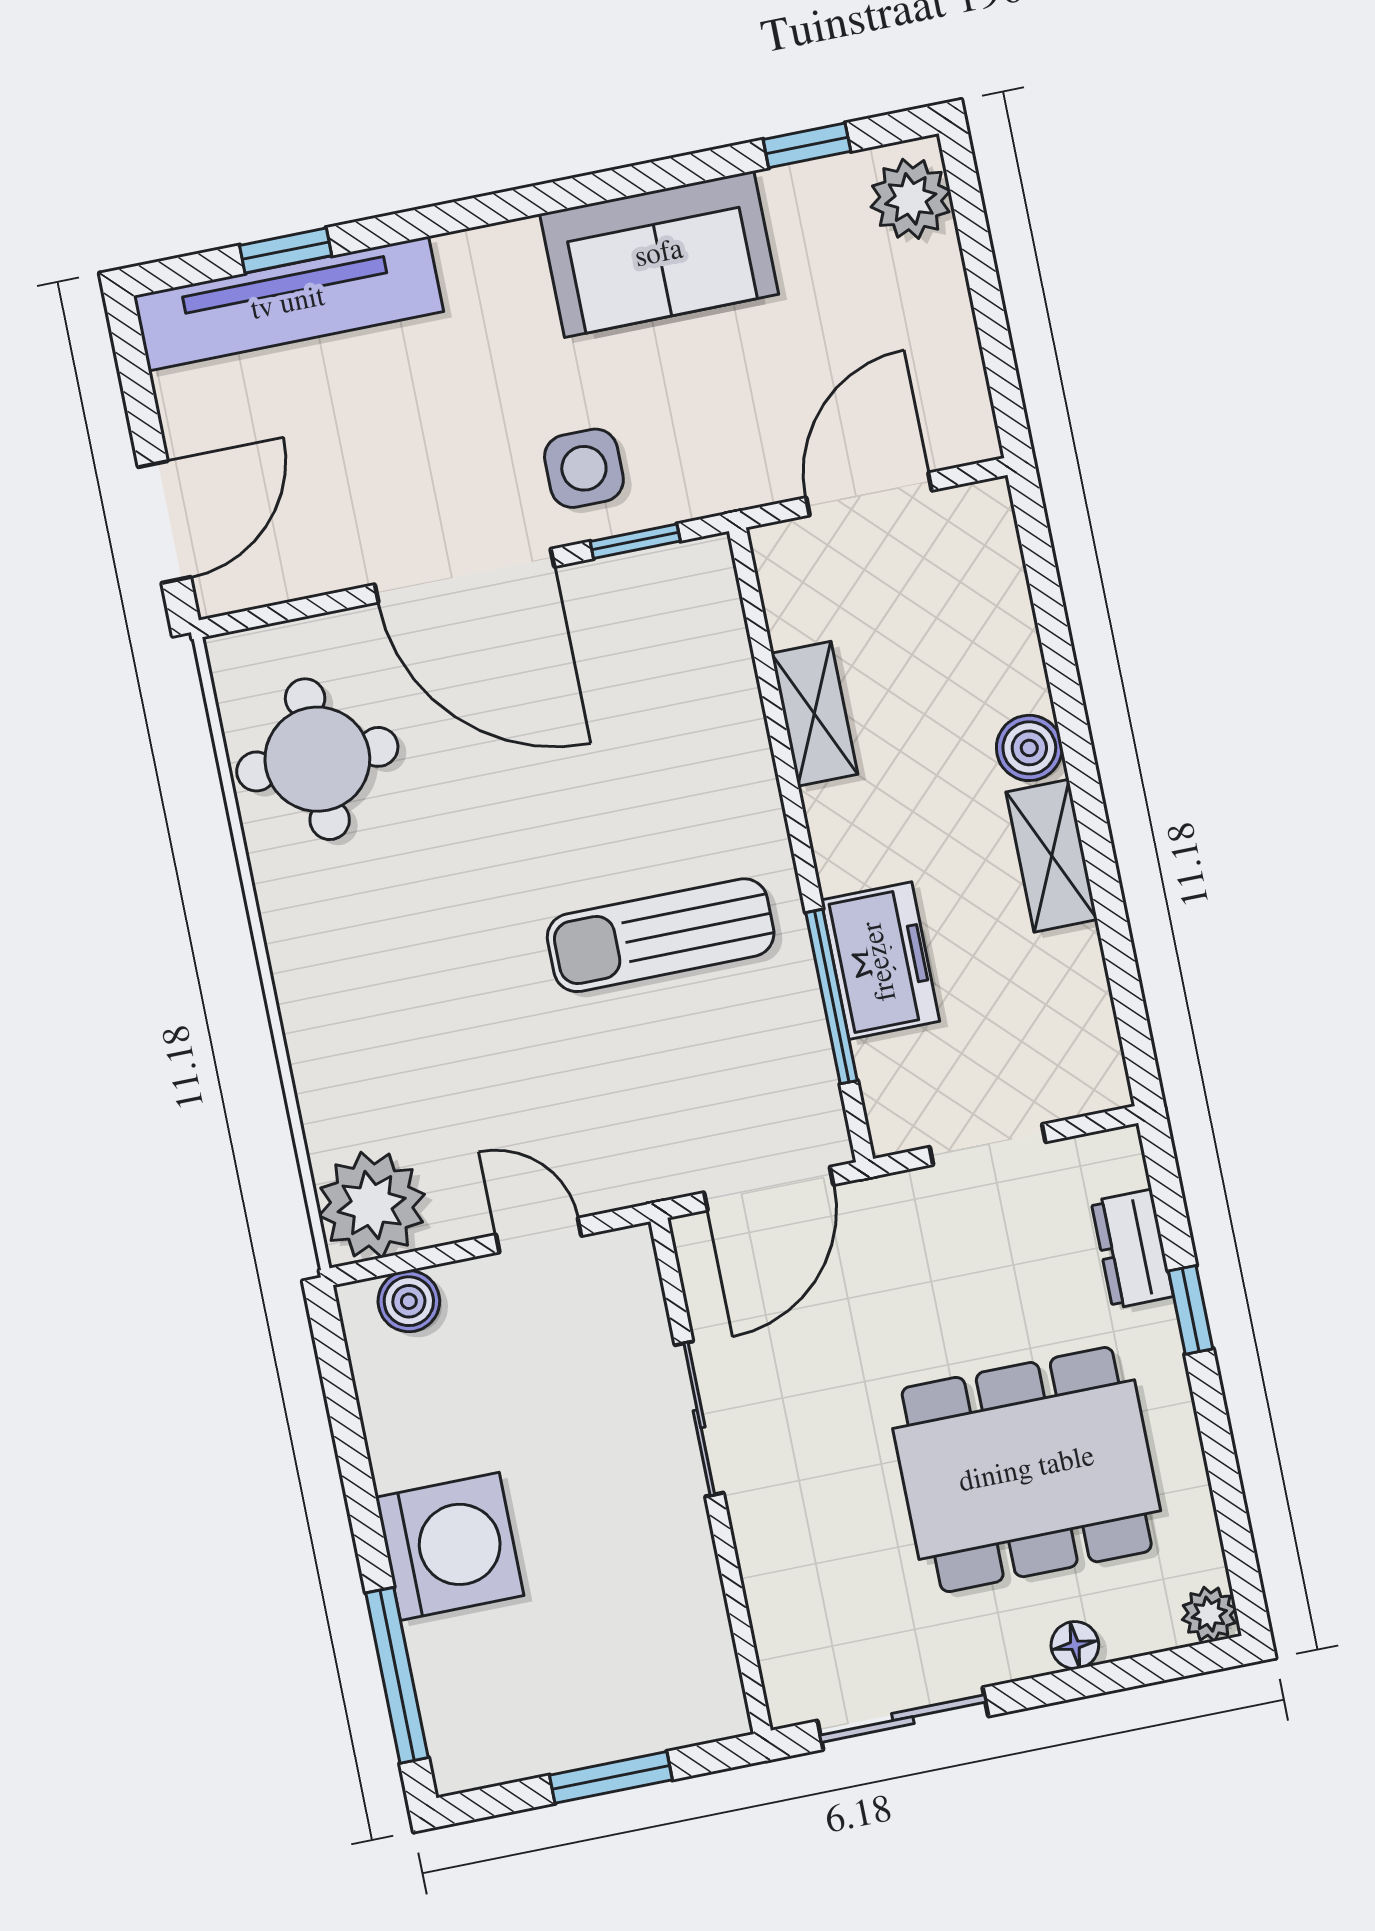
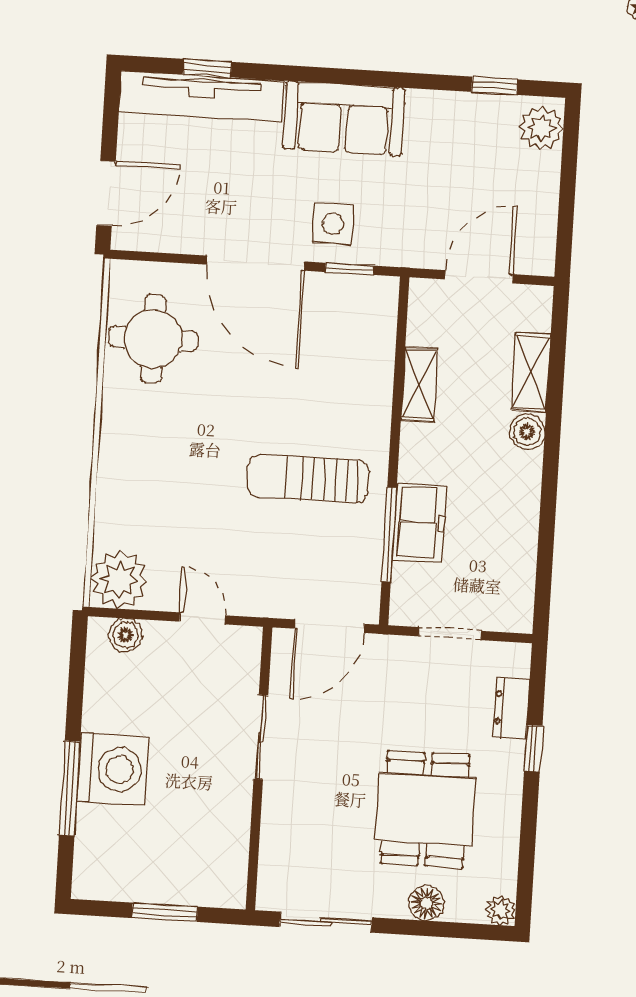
sofa: (659, 254) -> (344, 118), moved
shelving: (1052, 856) -> (531, 372), moved
dining table: (1027, 1470) -> (425, 809), width x0.73
floor lamp: (1075, 1645) -> (426, 903), width x1.37, depth x1.37
window: (397, 1675) -> (70, 788), moved

